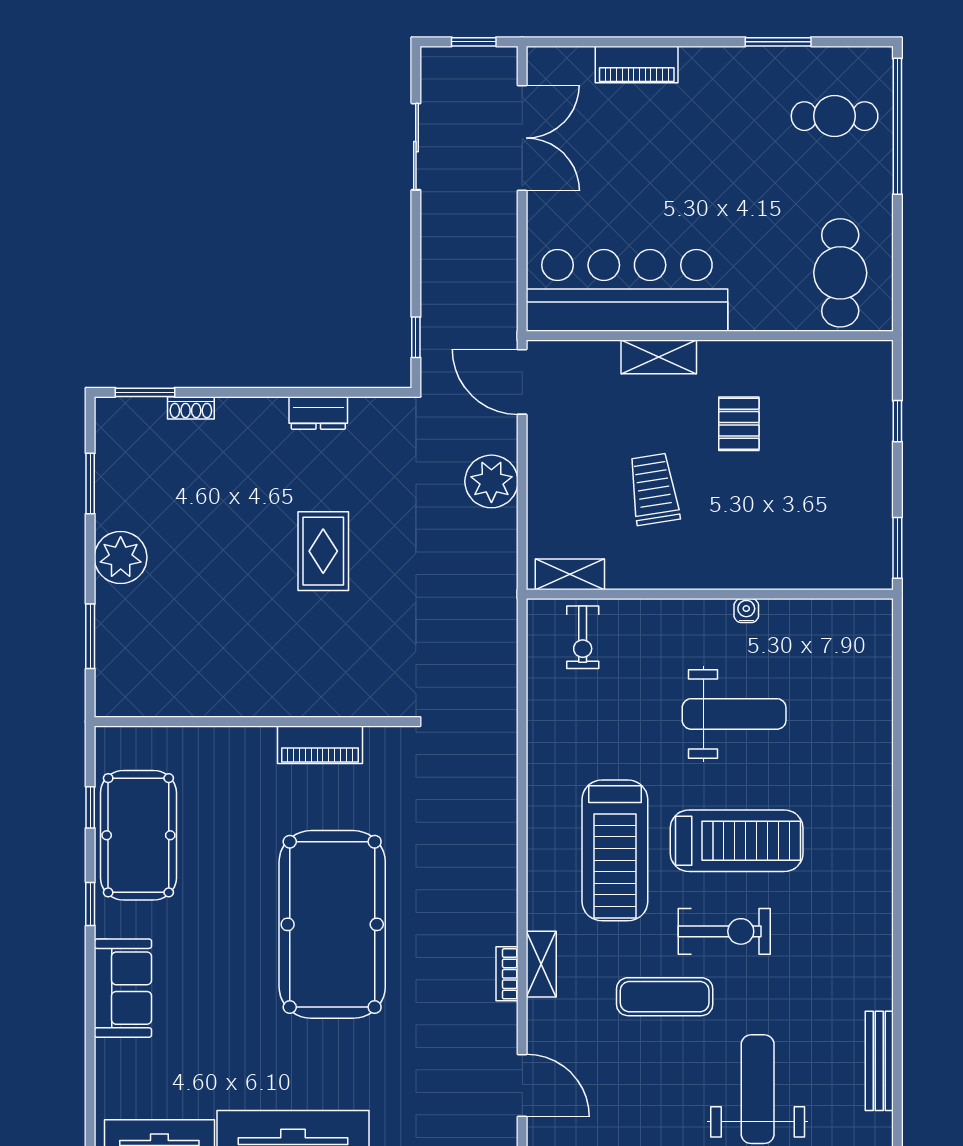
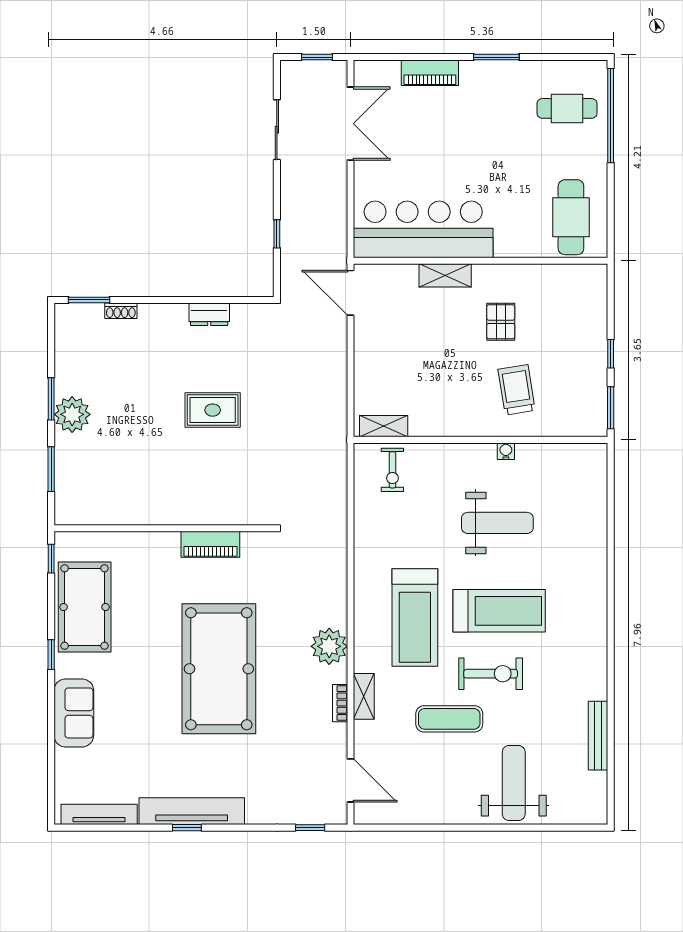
window: (778, 42) -> (496, 57), moved
window: (416, 337) -> (277, 234), moved
window: (897, 421) -> (611, 354), moved
plant: (491, 481) -> (329, 646), moved
window: (90, 484) -> (51, 399), moved
trolley: (654, 489) -> (517, 390), moved
rug: (323, 551) -> (213, 410), turned 90
window: (90, 807) -> (51, 559), moved
bench: (879, 1061) -> (598, 736), moved

